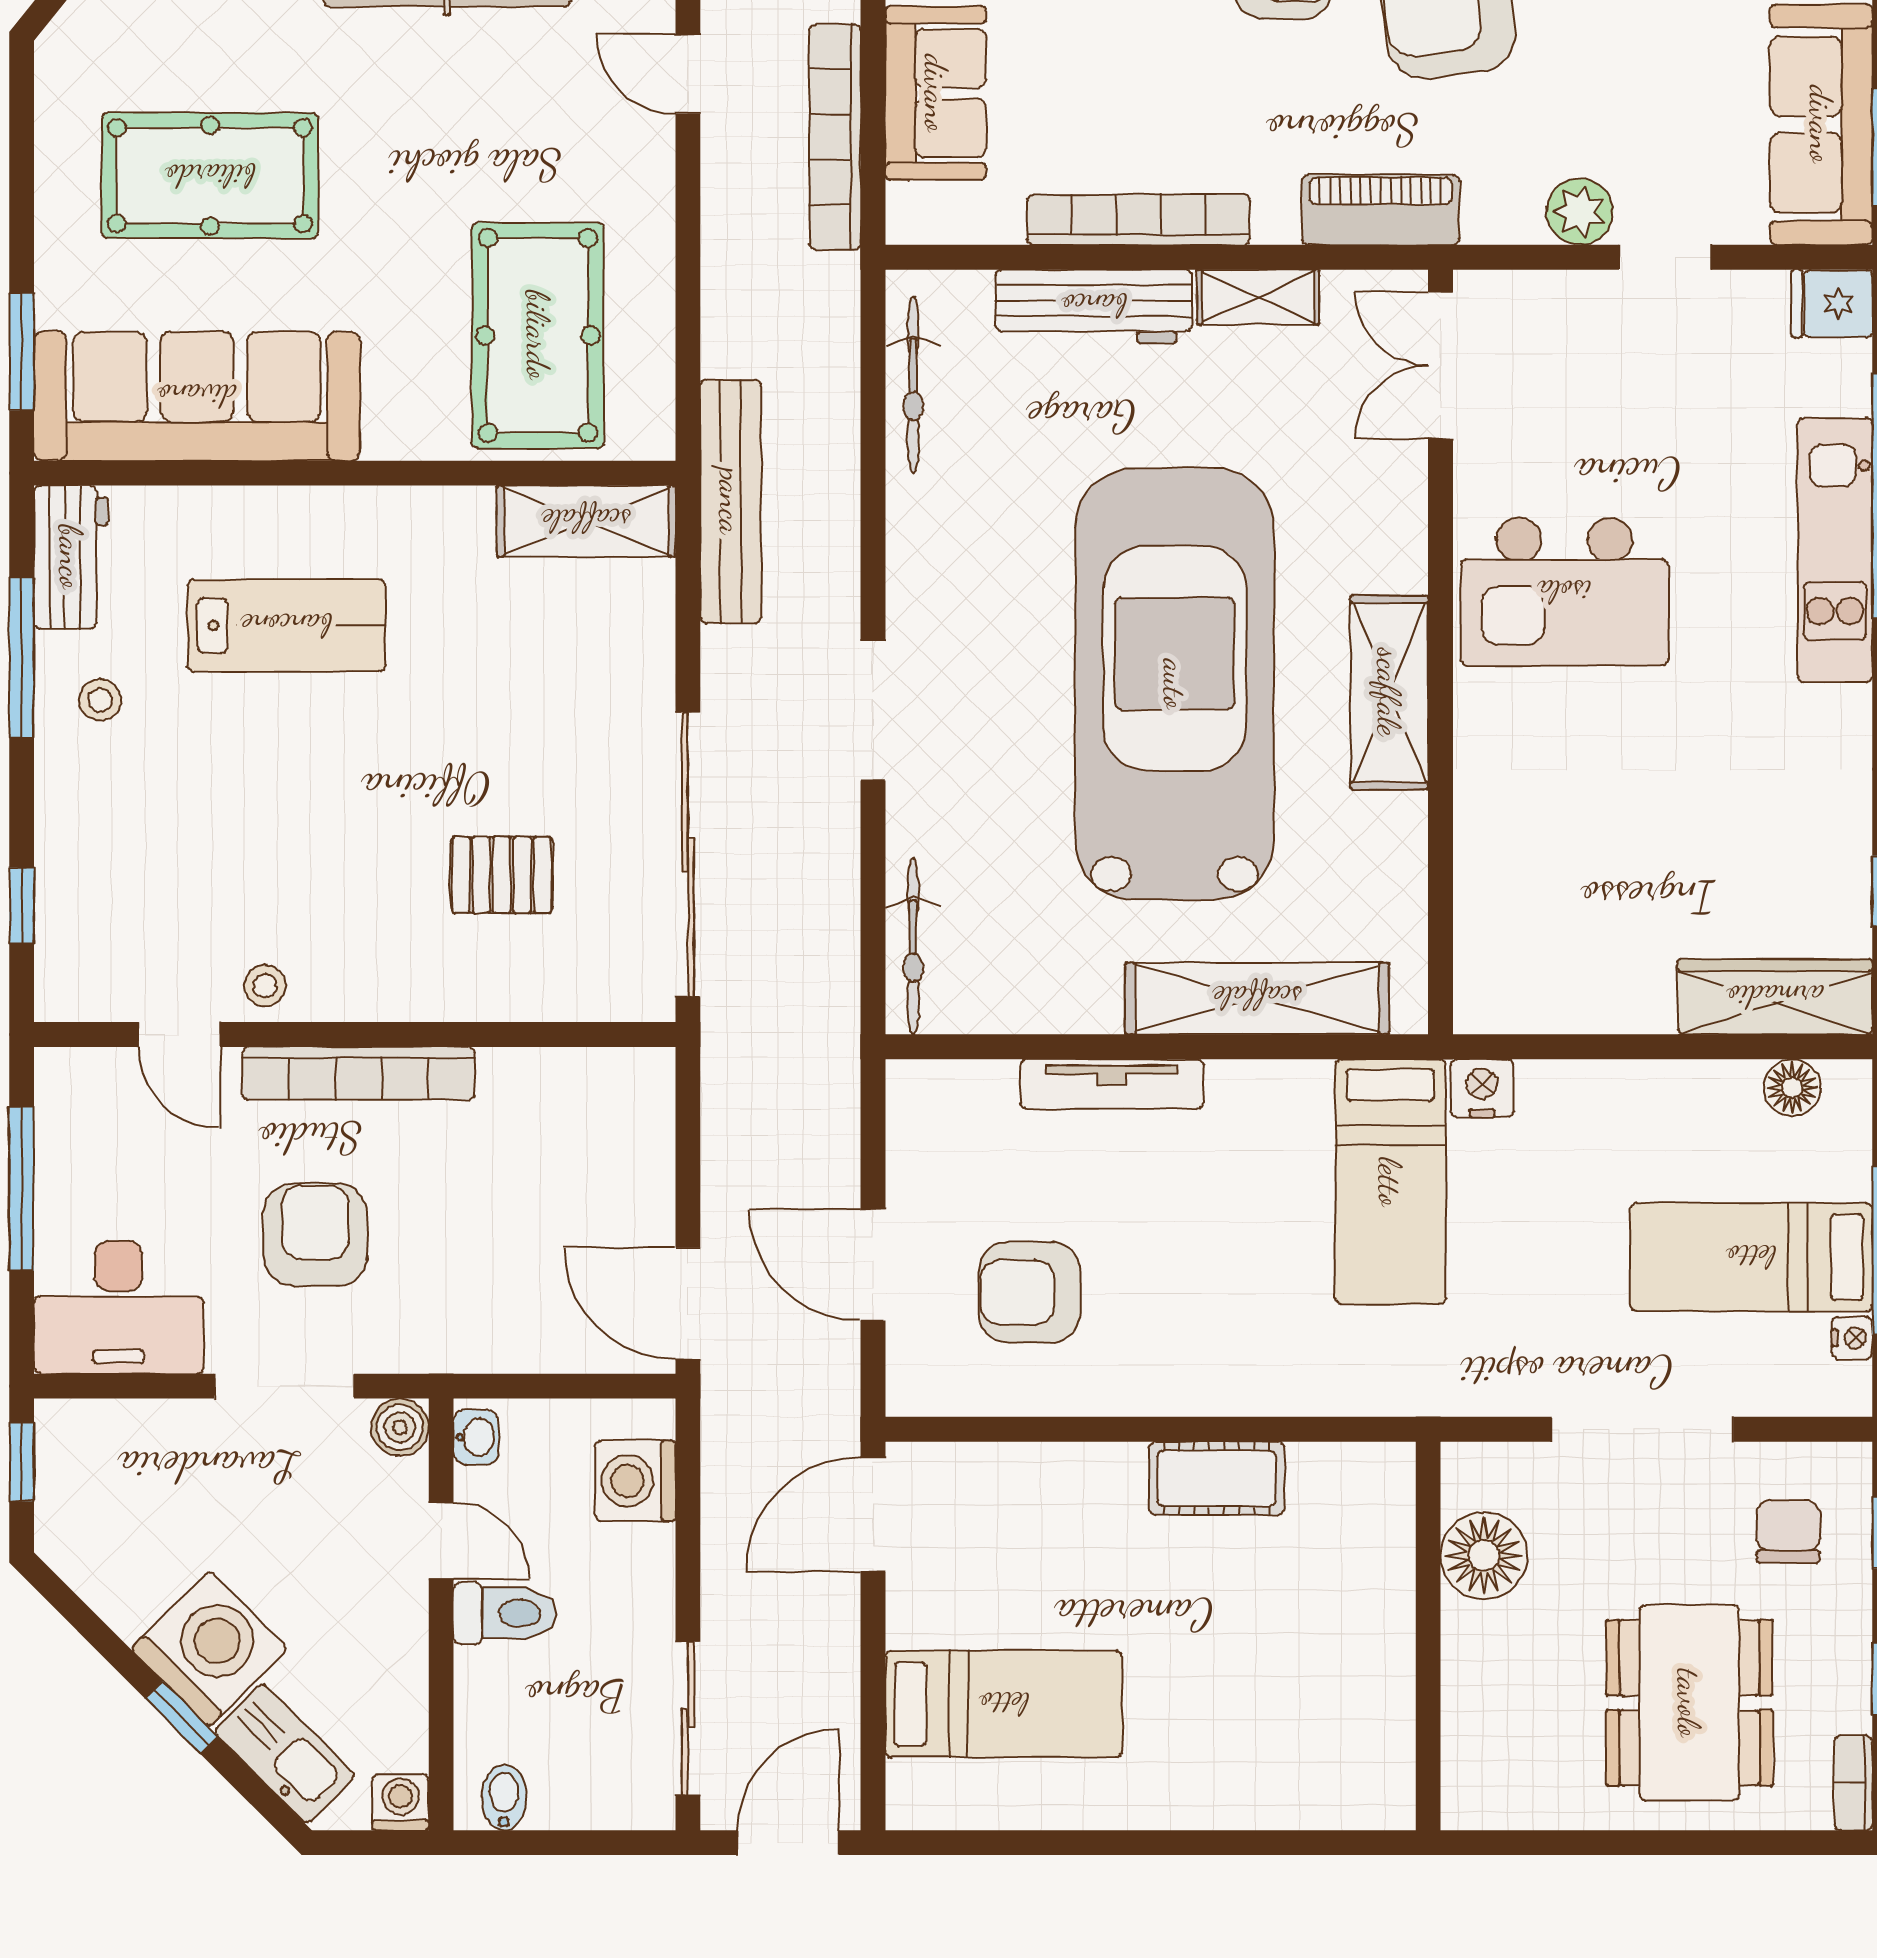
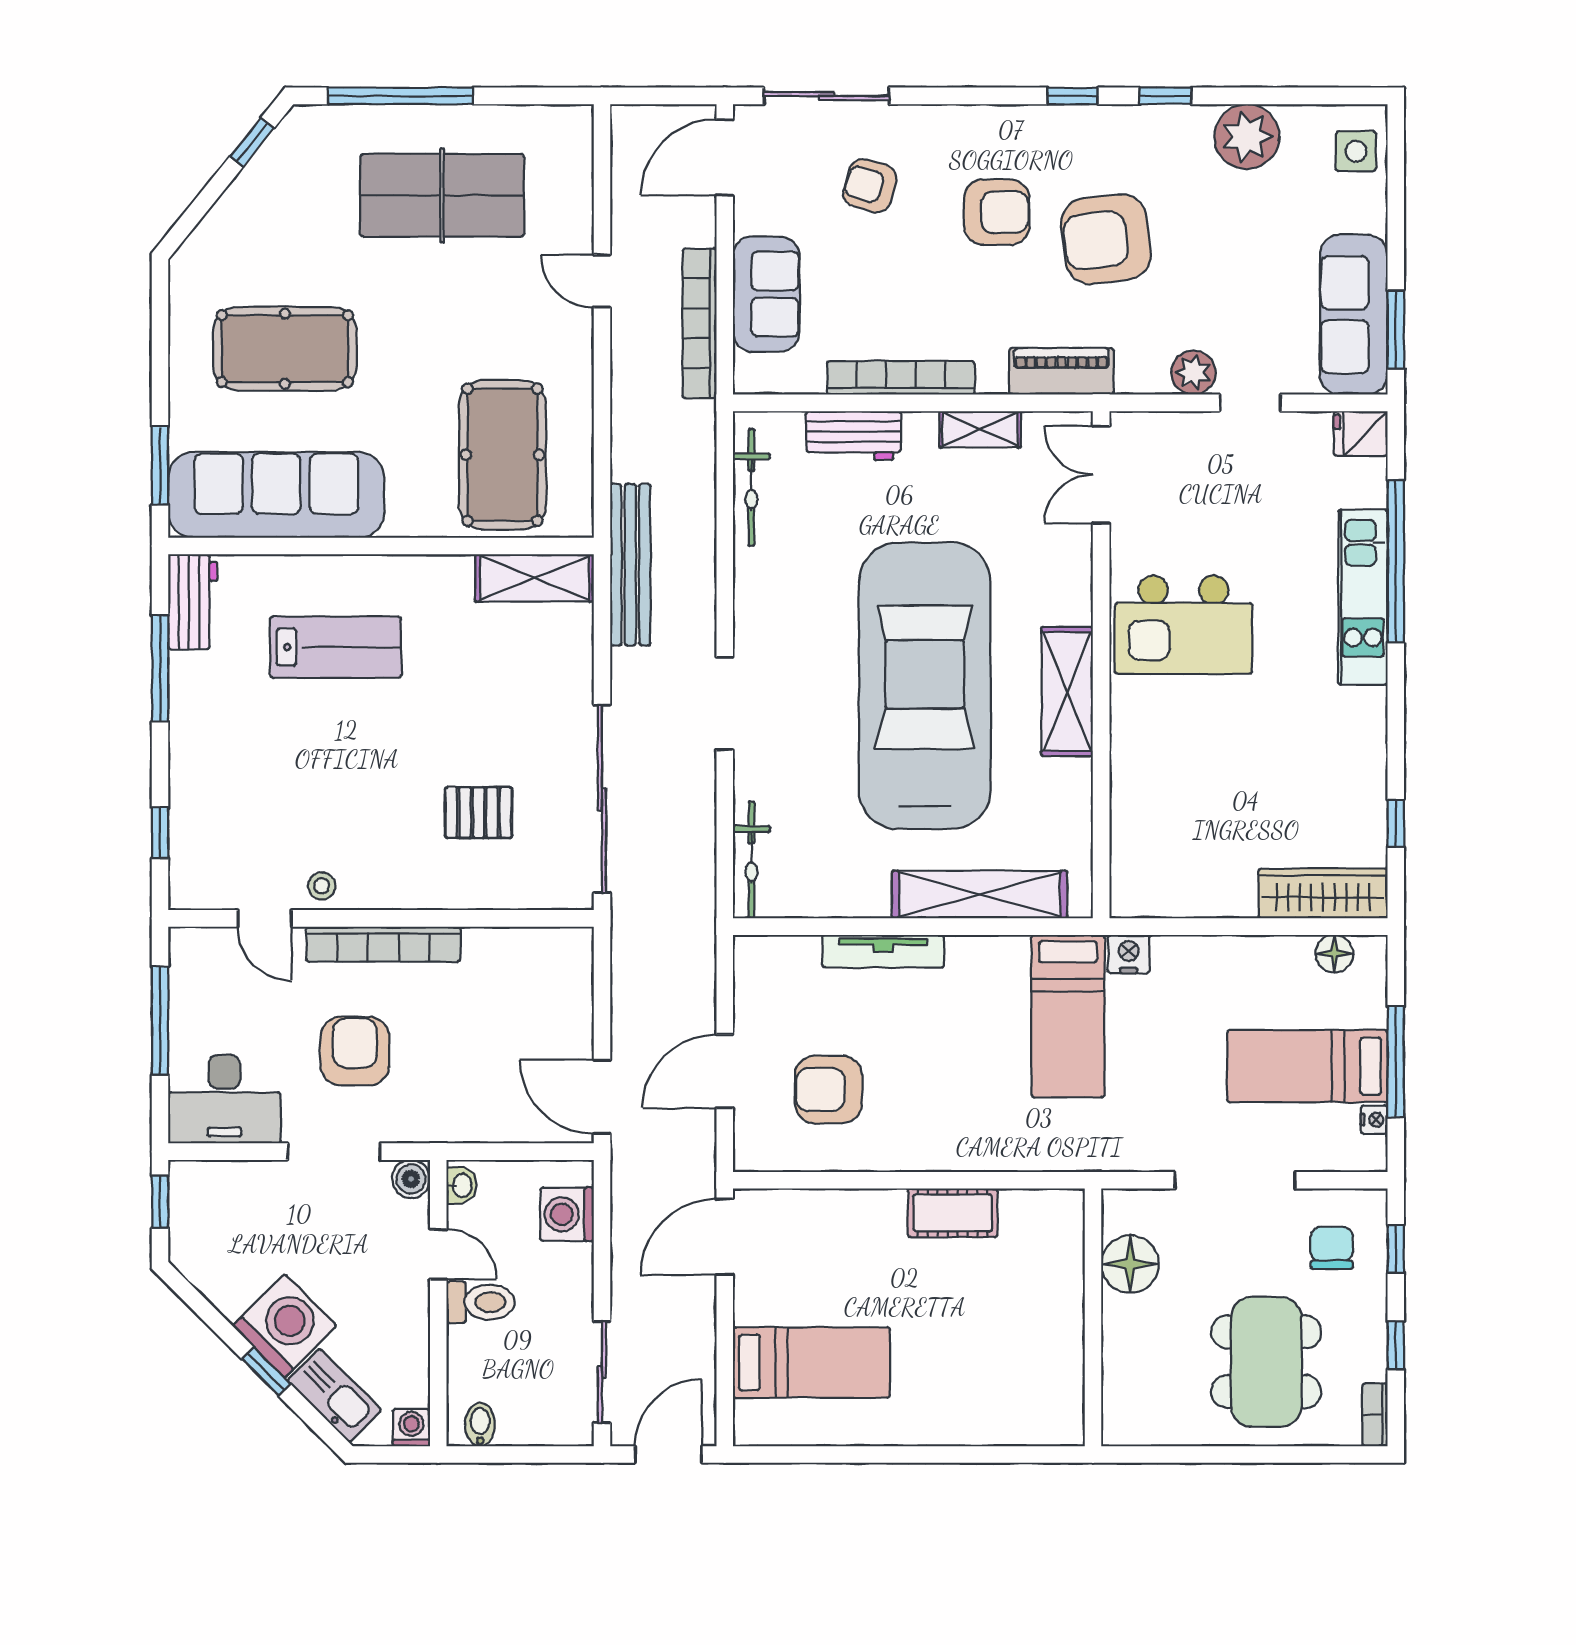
workbench: (1094, 306) -> (854, 435), width x0.73
stool: (100, 700) -> (212, 697), removed
door: (873, 1265) -> (725, 1071), hinge flipped

